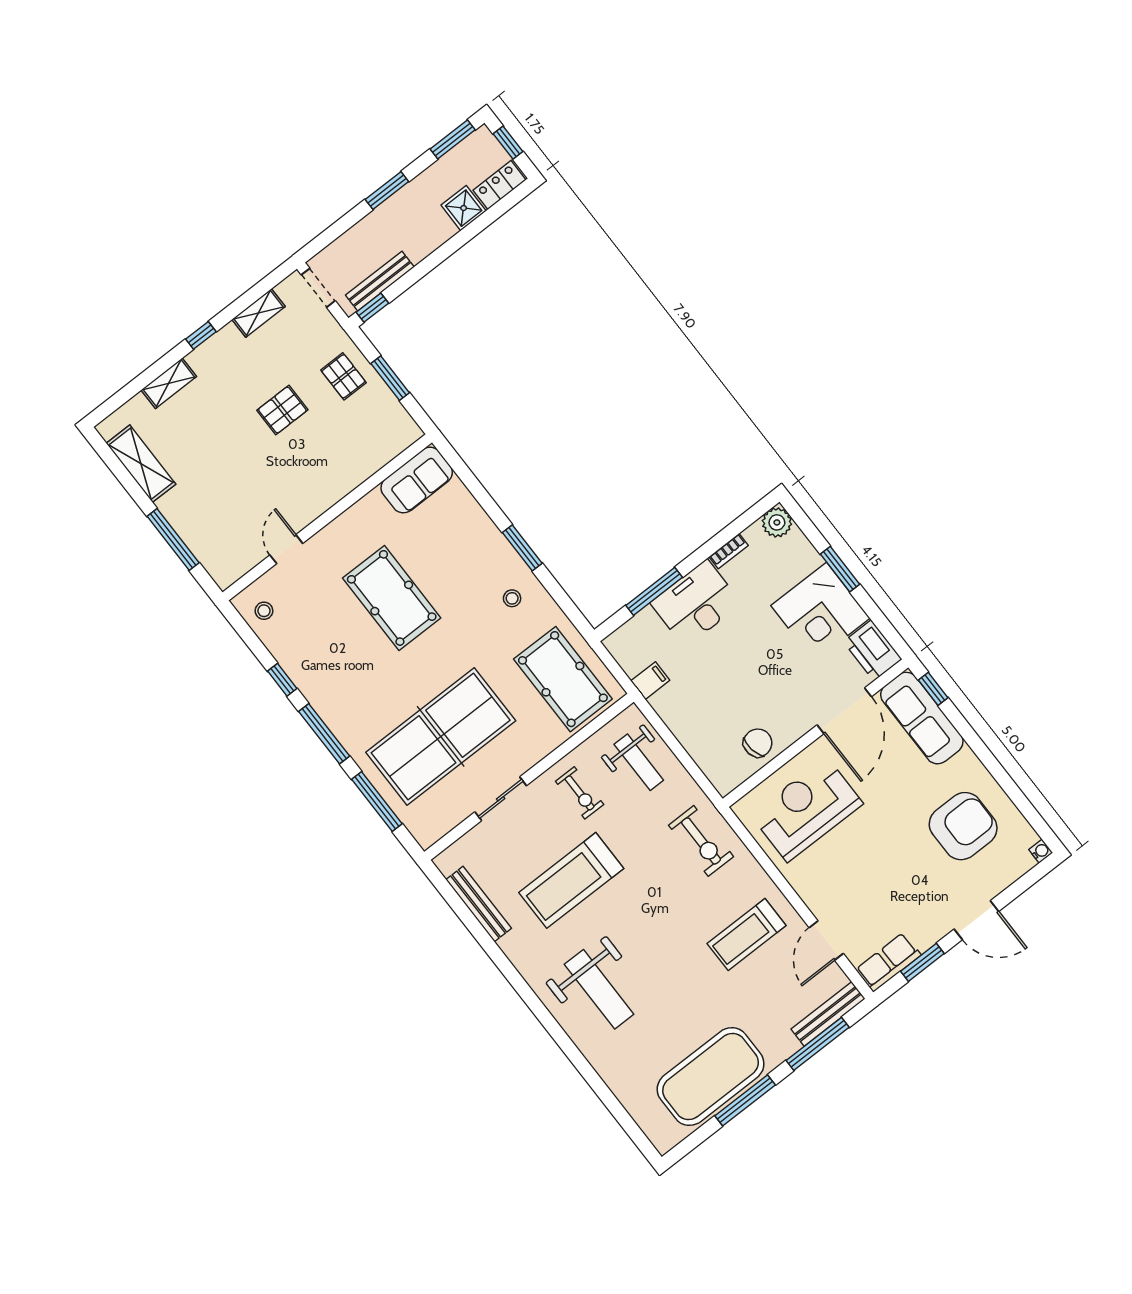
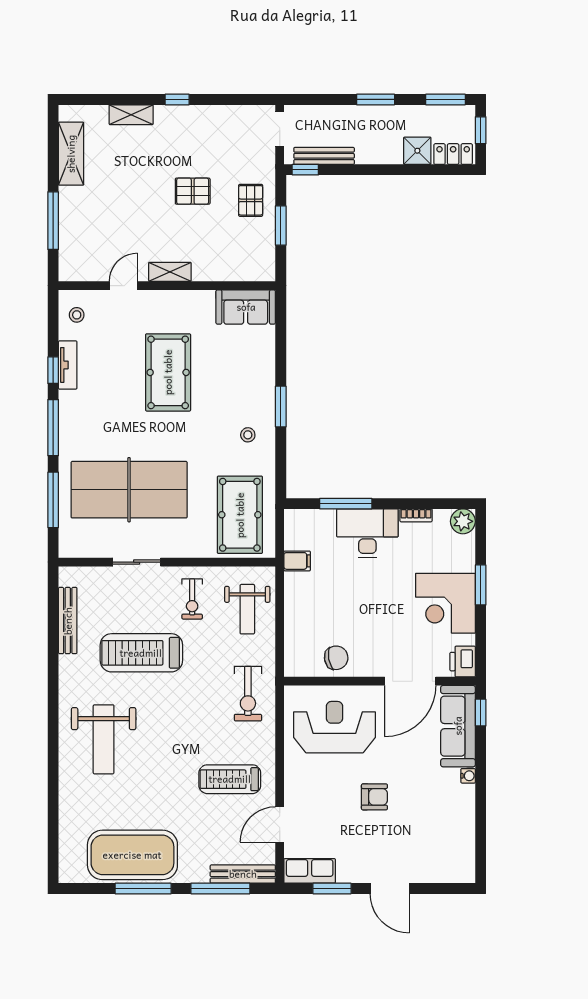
shelving: (258, 313) -> (170, 272), moved
printer: (873, 651) -> (463, 662), width x0.73, depth x0.84
tv unit: (292, 664) -> (68, 365), added
armchair: (963, 826) -> (374, 797), moved, width x0.53, depth x0.53
water cooler: (1041, 851) -> (468, 776), moved

